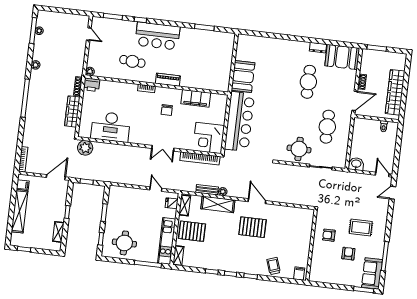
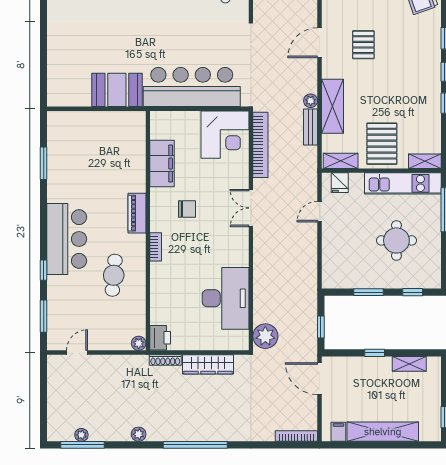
double door: (163, 148) -> (251, 208), swing flipped
pallet: (253, 227) -> (363, 45), width x0.67, depth x0.71
round table: (124, 243) -> (396, 240), moved

